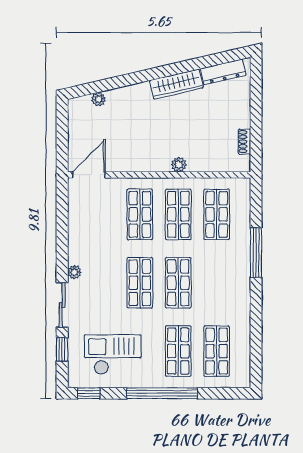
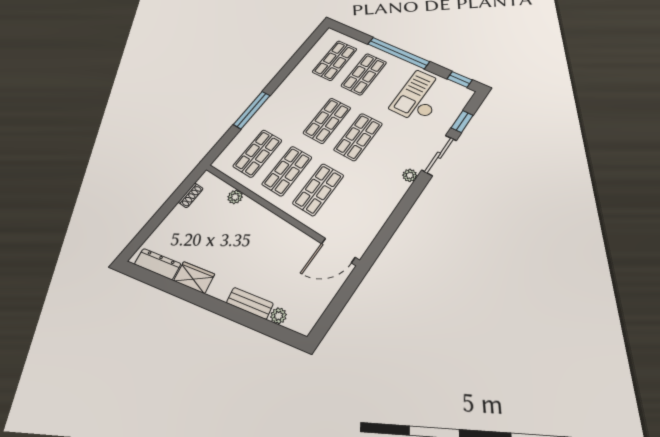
wardrobe: (176, 84) -> (194, 277), width x0.67
bench: (126, 93) -> (250, 303), added
plant: (179, 165) -> (235, 197), moved
checkout: (113, 355) -> (420, 97), turned 90

